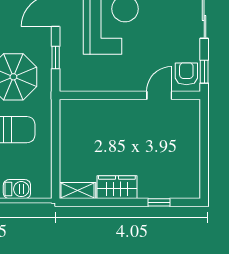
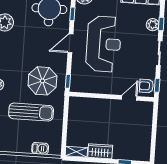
window: (56, 57) -> (68, 81), moved
armchair: (186, 74) -> (146, 86), turned -90

